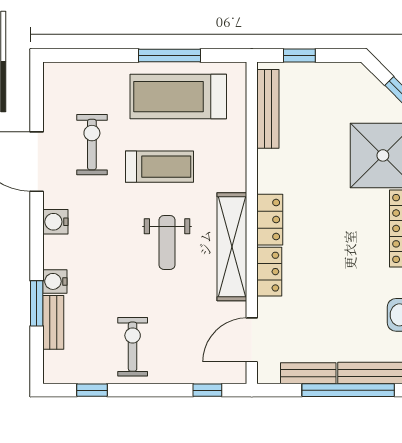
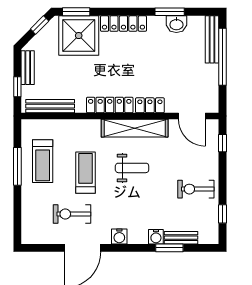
treadmill: (178, 97) -> (43, 161), width x0.73, depth x0.73
locker: (270, 220) -> (110, 105), width x1.53
bench: (308, 373) -> (28, 68), moved

